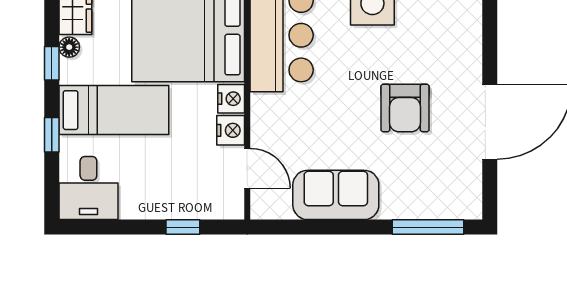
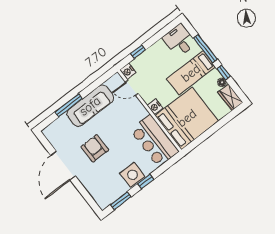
nightstand: (231, 130) -> (128, 71), moved
window: (52, 135) -> (205, 49), width x2.17
sofa: (336, 195) -> (90, 106), width x1.36
window: (428, 227) -> (69, 105), moved

